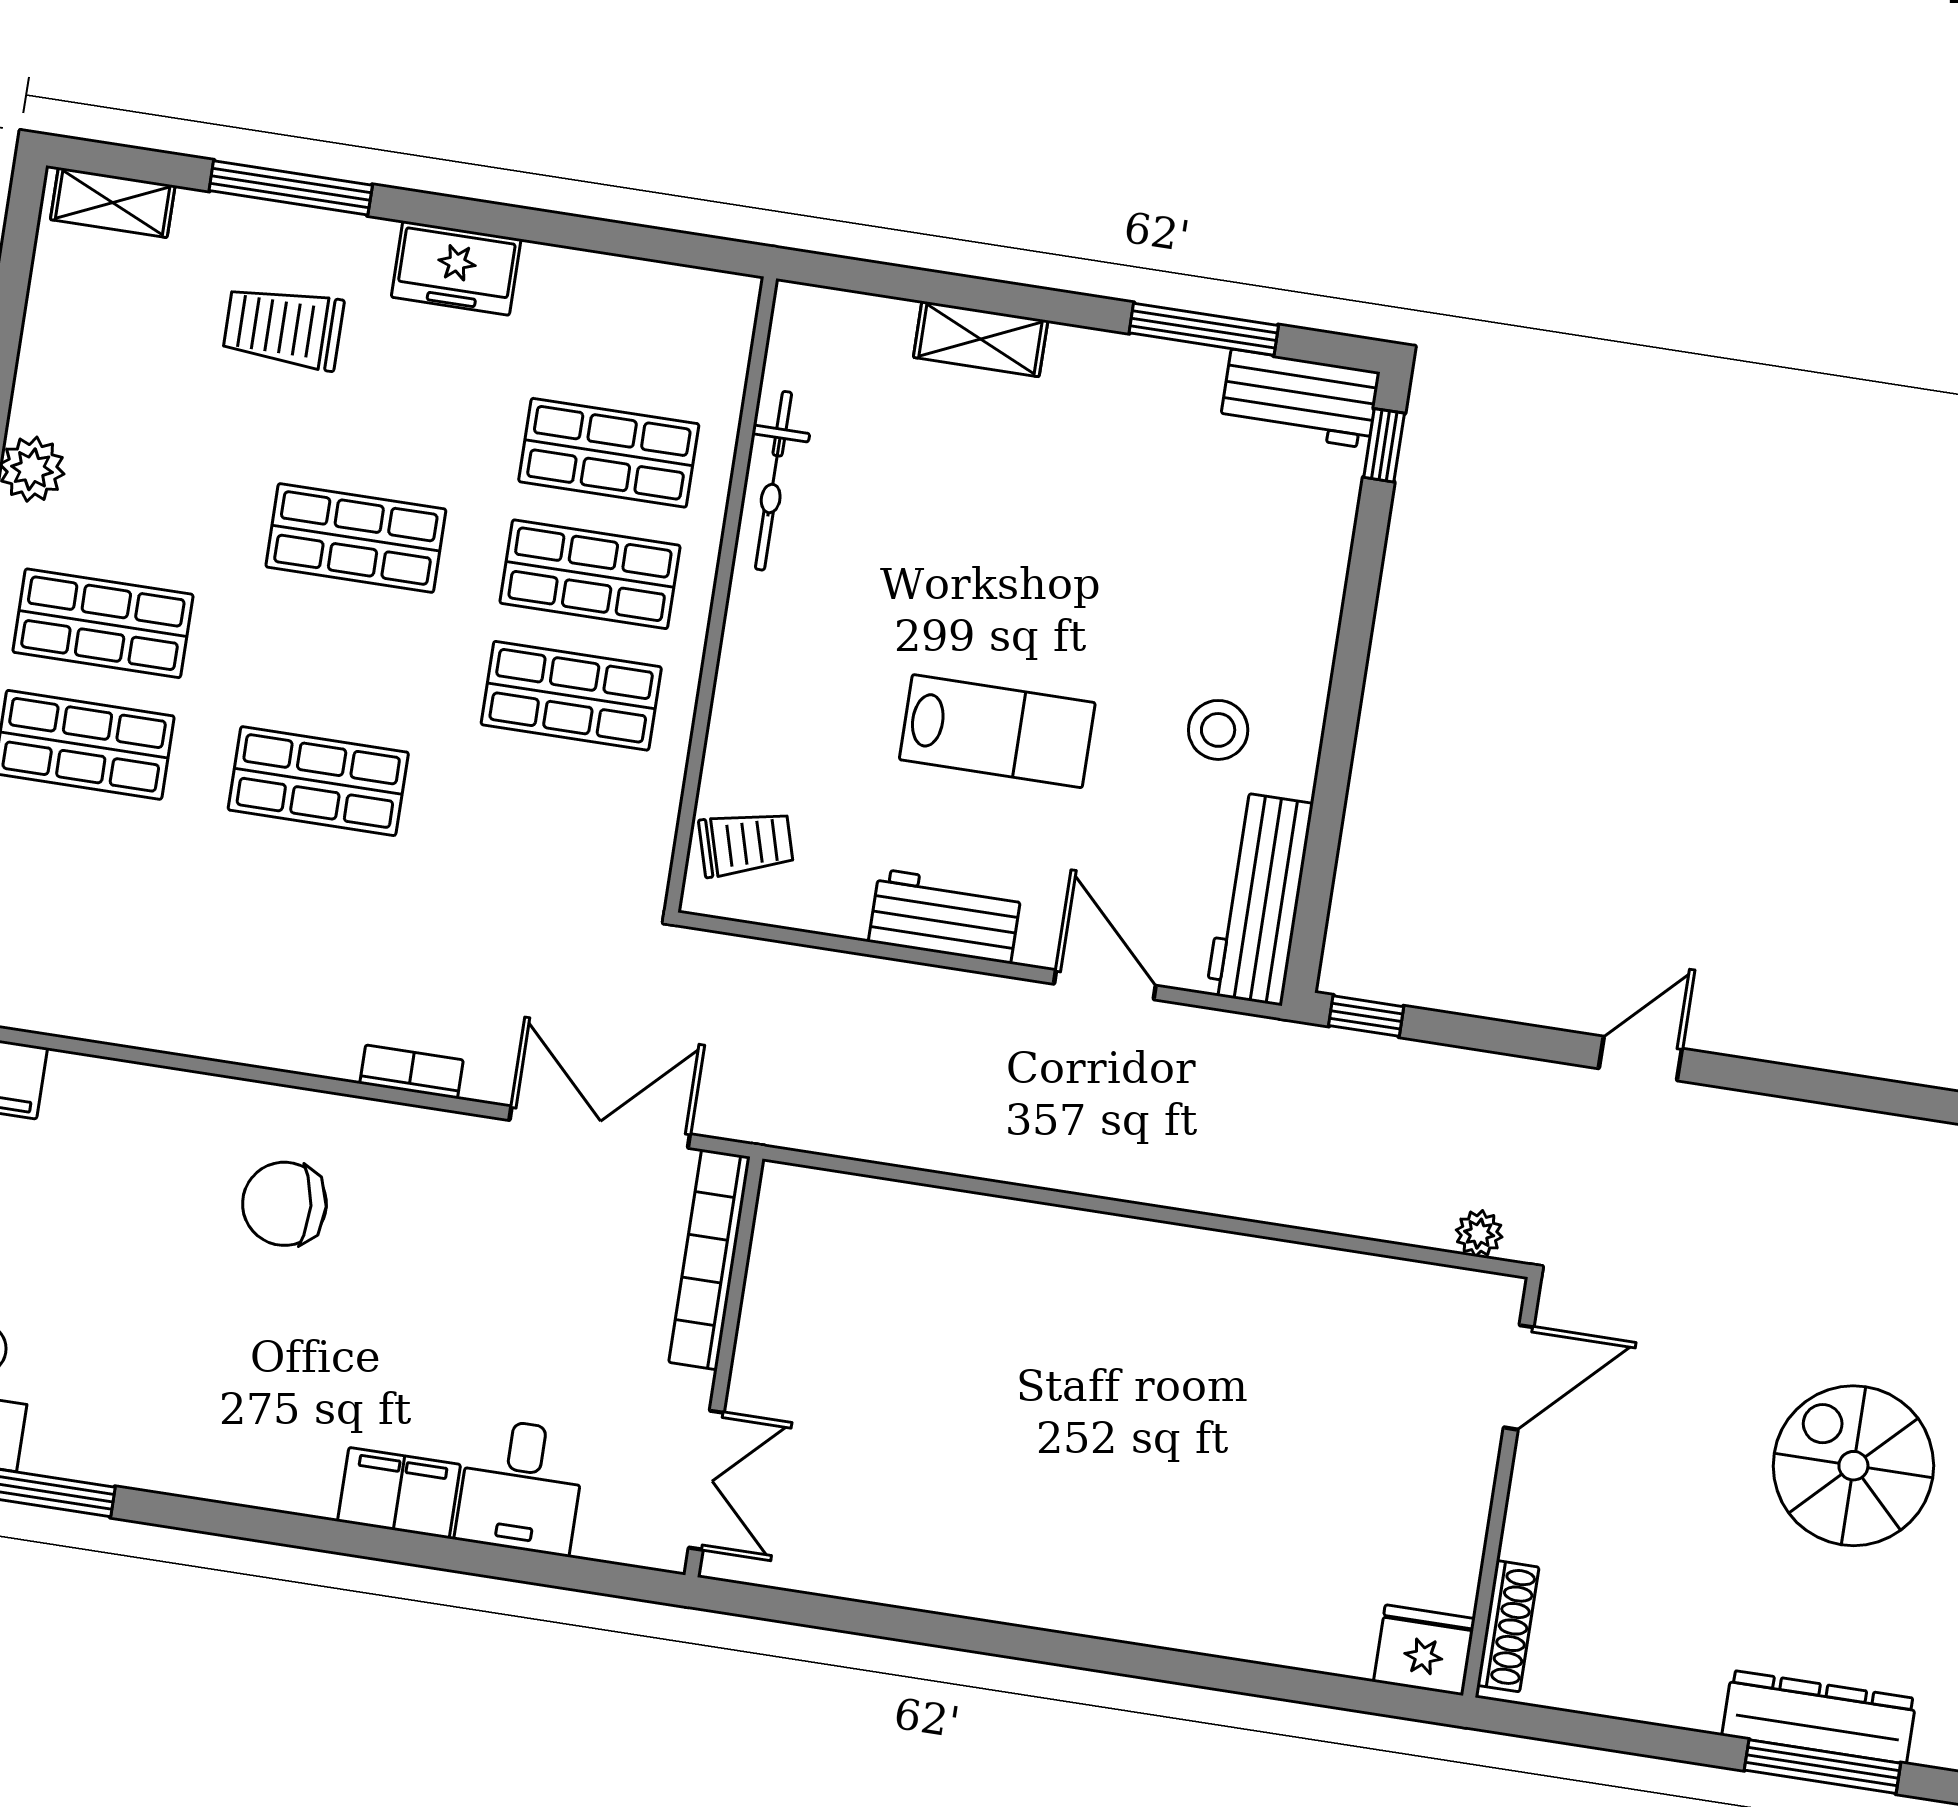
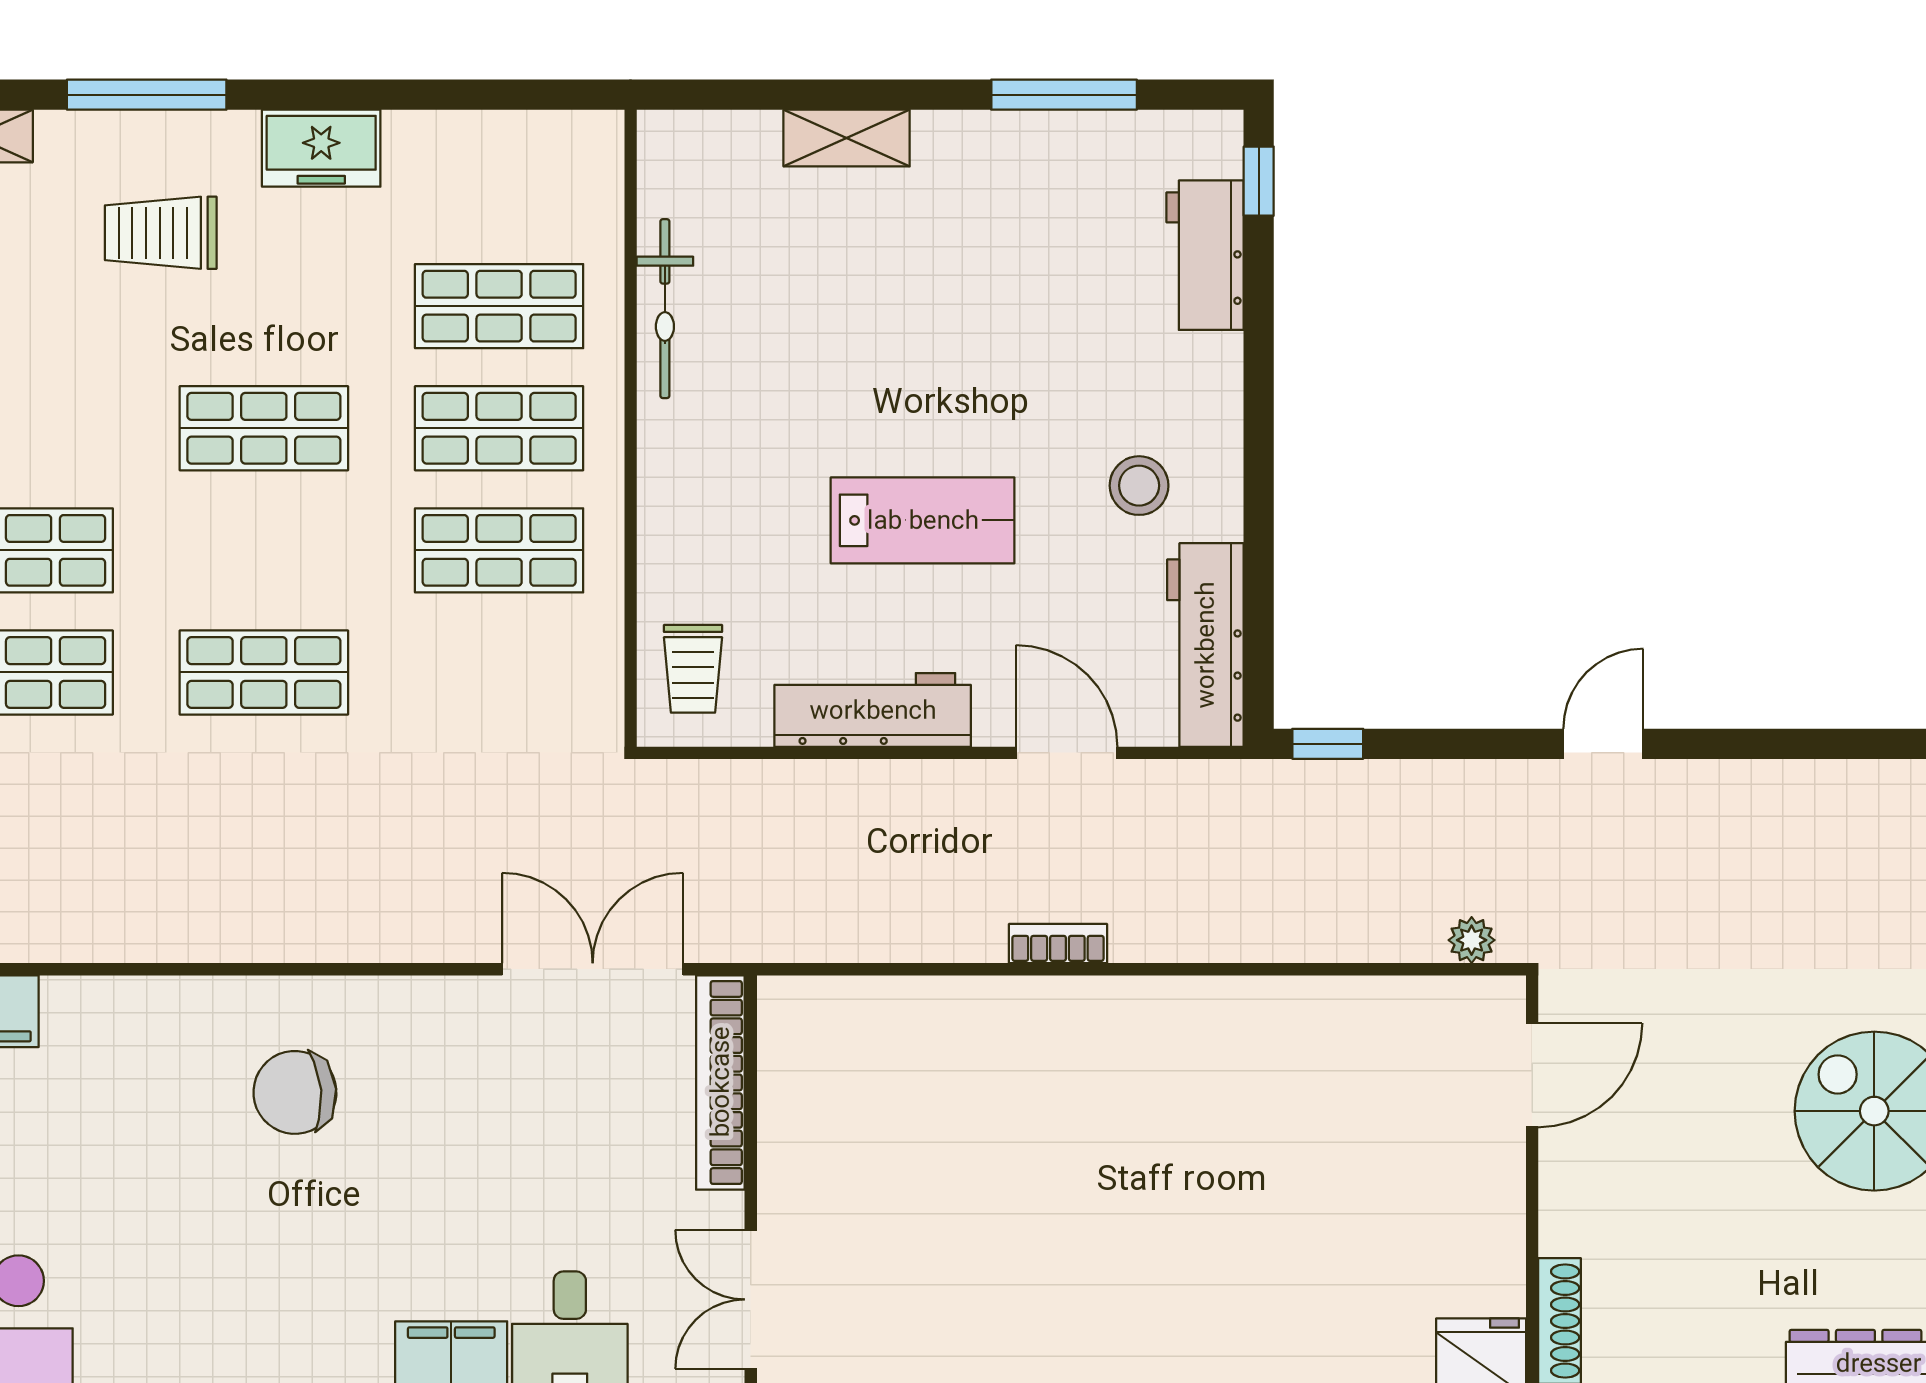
workbench: (1300, 399) -> (1205, 255), moved, turned 90
trolley: (746, 844) -> (693, 669), turned 106
workbench: (945, 916) -> (873, 710), width x1.38
bookcase: (411, 1072) -> (1058, 944), moved
double door: (706, 1480) -> (751, 1299), swing flipped

